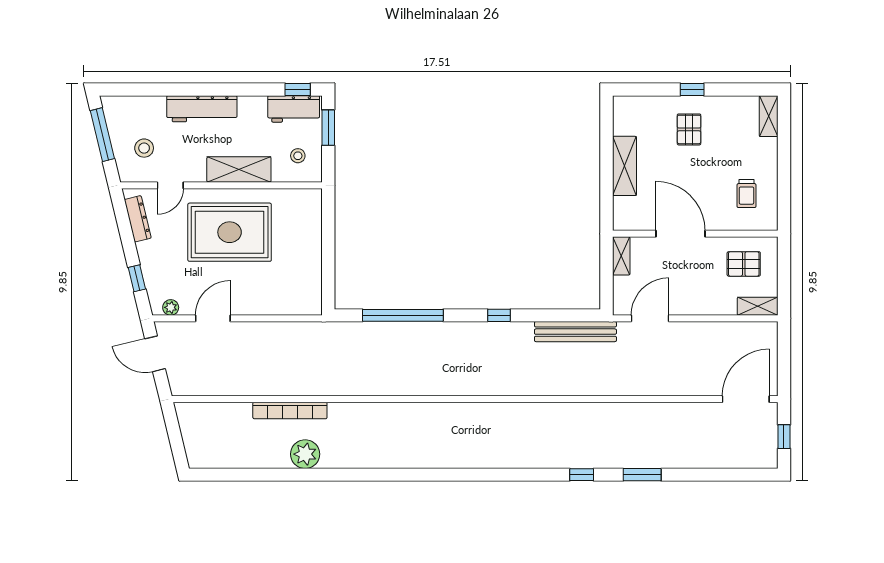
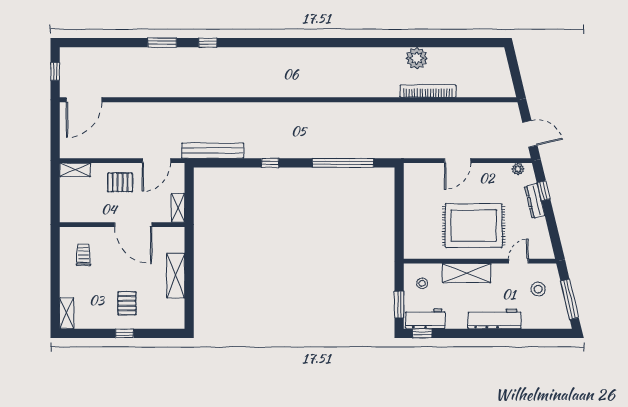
dresser: (138, 219) -> (535, 201), moved
pallet: (744, 264) -> (120, 182), moved
door: (213, 318) -> (458, 161), moved

